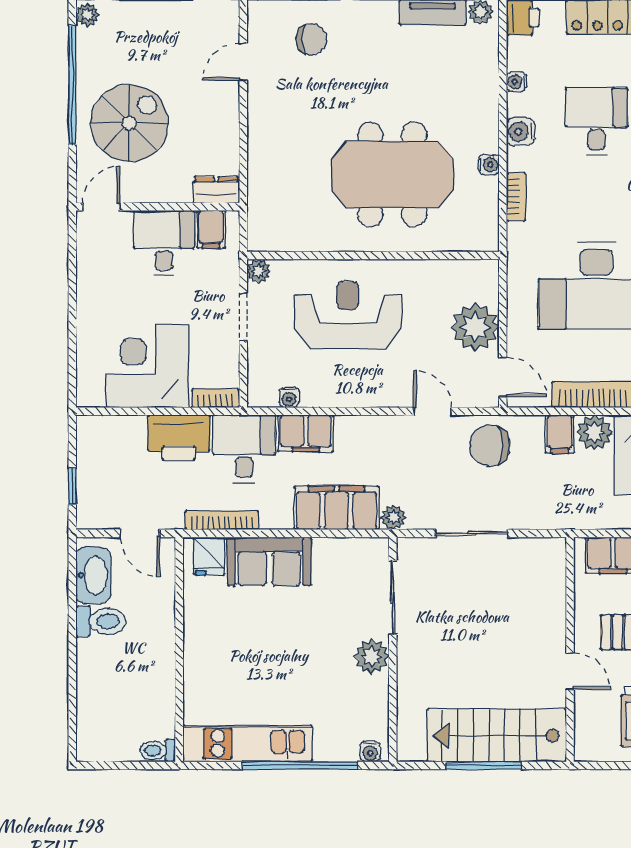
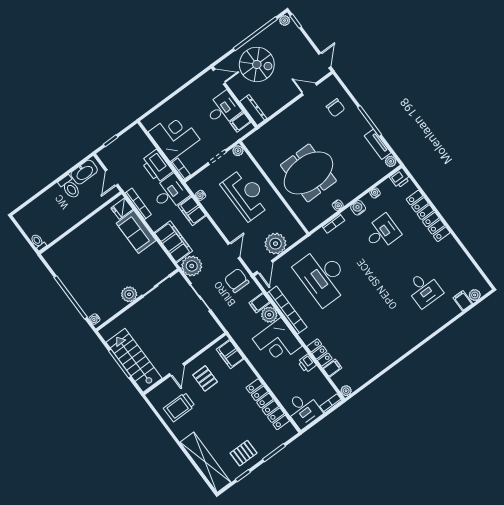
meeting table: (392, 174) -> (308, 173), turned 90
dresser: (216, 190) -> (253, 110), width x1.44
plant: (393, 518) -> (192, 266), width x1.87, depth x1.87
kitchen unit: (248, 744) -> (65, 273), removed

